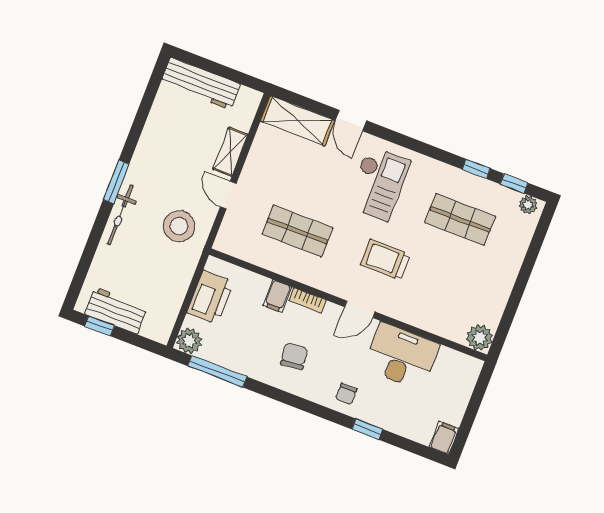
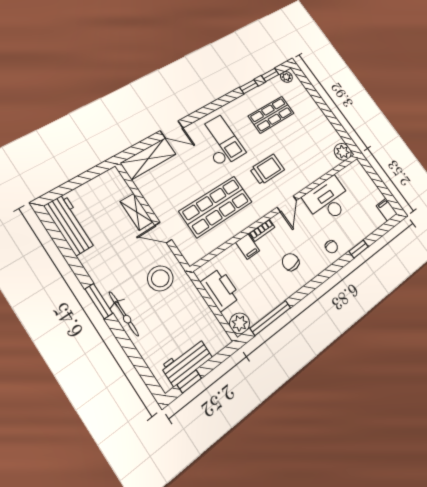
workbench: (200, 84) -> (70, 225), moved, turned -90
shop shelf: (297, 231) -> (216, 206), width x1.43, depth x1.36
trolley: (385, 260) -> (267, 169), turned 180

